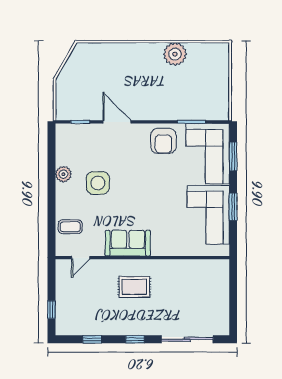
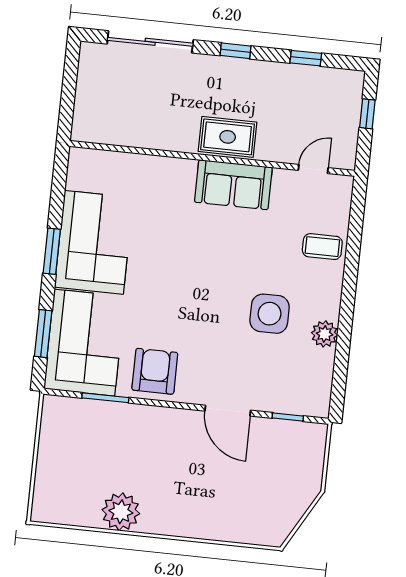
sofa: (128, 243) -> (233, 185), moved
door: (81, 258) -> (313, 169), moved
wall: (142, 258) -> (212, 158), moved

